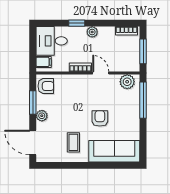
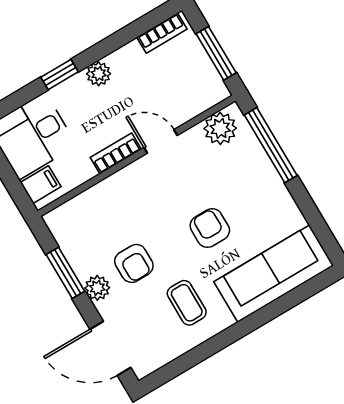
armchair: (46, 86) -> (134, 263), moved, turned 90

